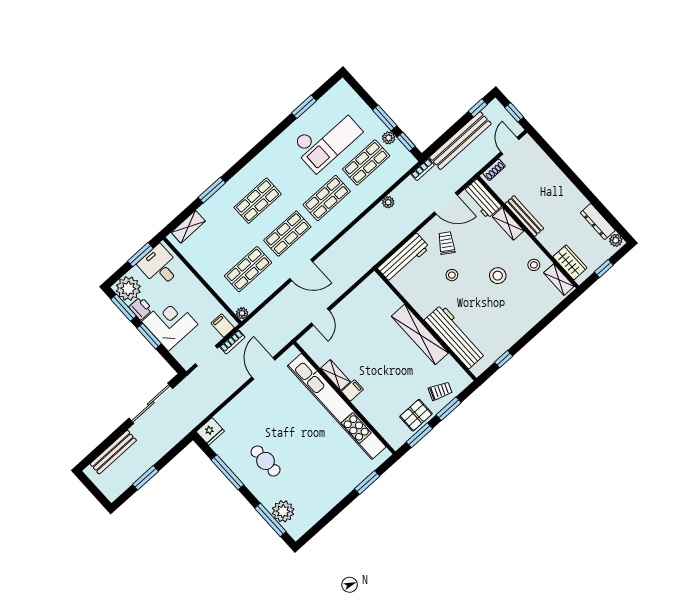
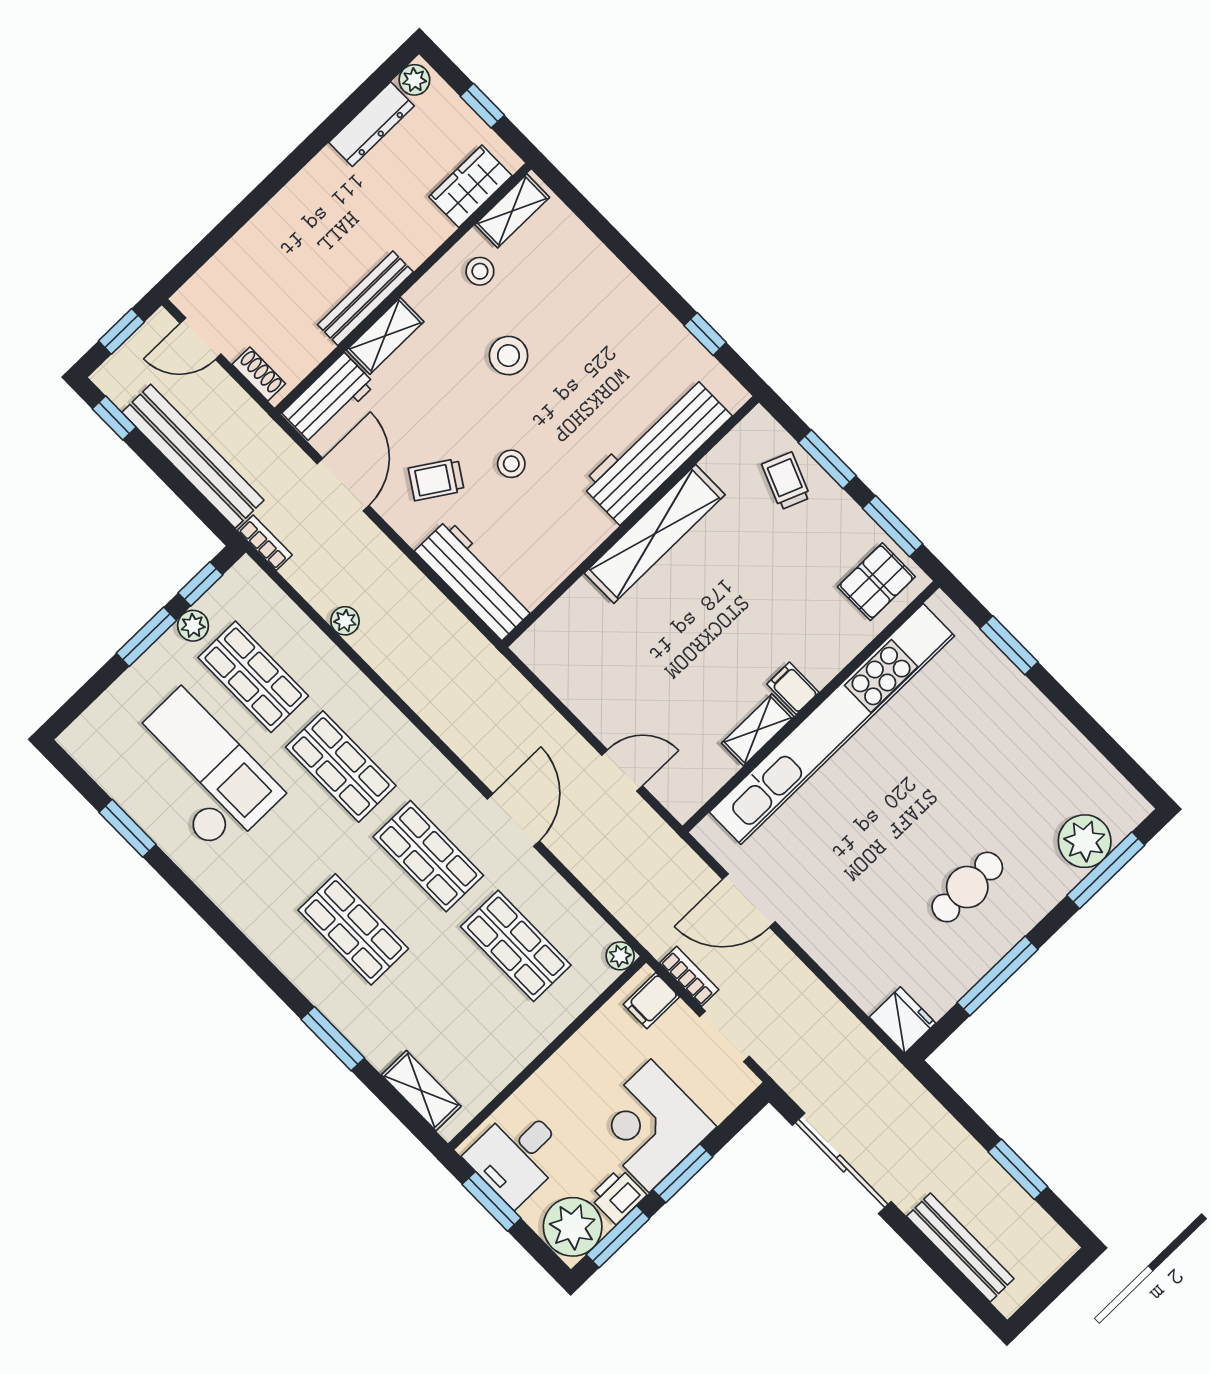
pallet: (416, 415) -> (876, 582), moved, turned 90

